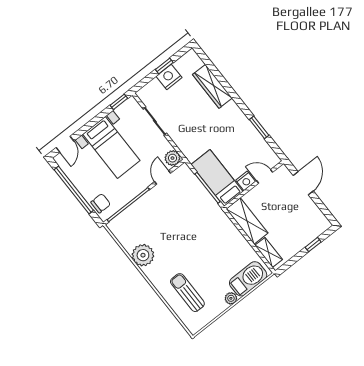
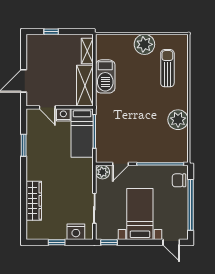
nightstand: (169, 77) -> (76, 232), moved
door: (65, 144) -> (171, 242), swing flipped
barbecue: (248, 279) -> (105, 76), moved, turned -90
sun lounger: (187, 293) -> (167, 68), turned 180
plant: (231, 298) -> (144, 44), width x1.88, depth x1.88

